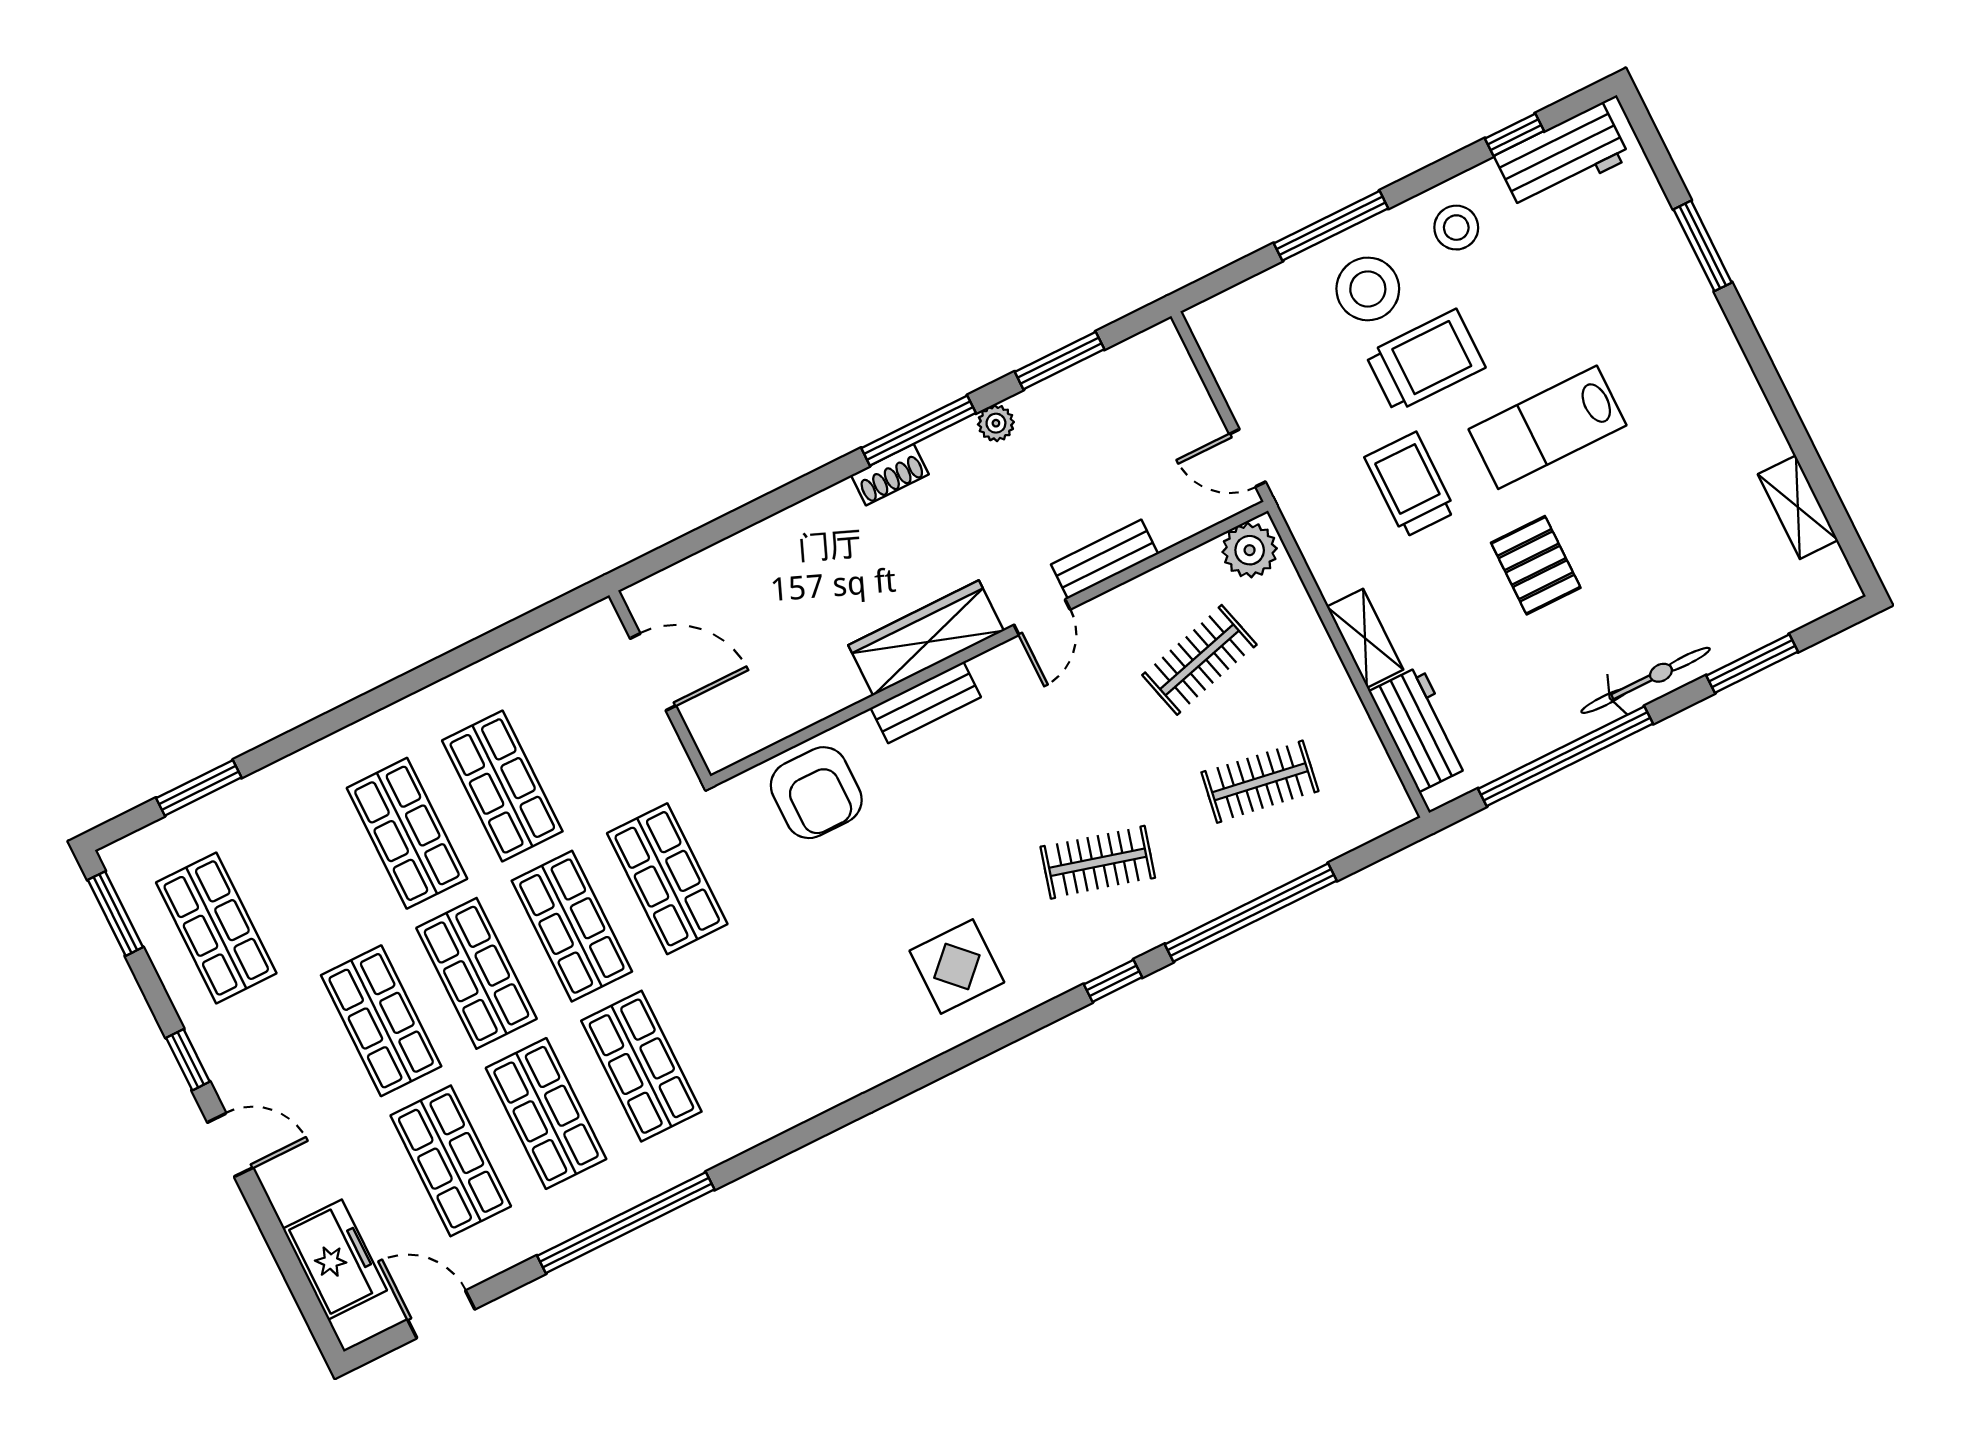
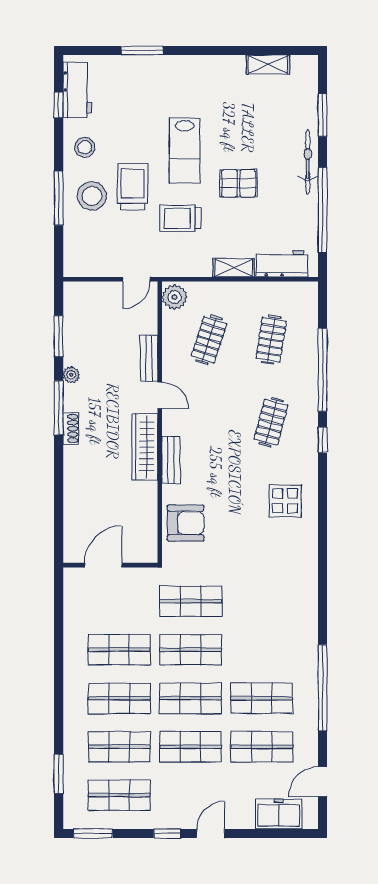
clothes rail: (1199, 660) -> (209, 340), turned 33
shop shelf: (641, 1066) -> (119, 747), moved

